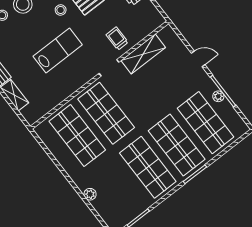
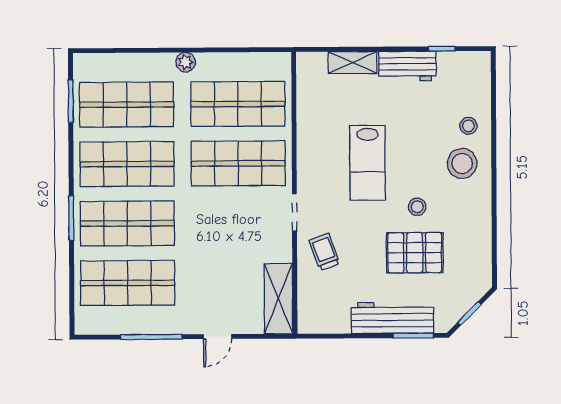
trolley: (117, 38) -> (324, 252), turned -110
shelving: (143, 54) -> (278, 299), moved
plant: (218, 96) -> (149, 326), removed
shop shelf: (119, 190) -> (127, 105), added
plant: (90, 194) -> (186, 62), moved

